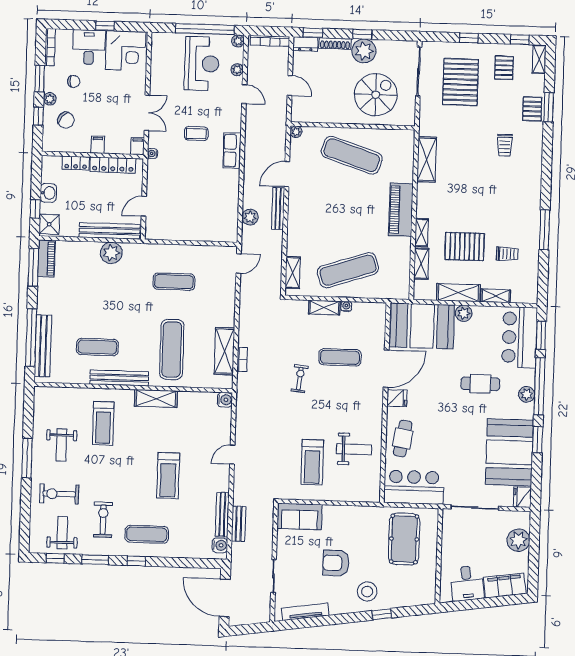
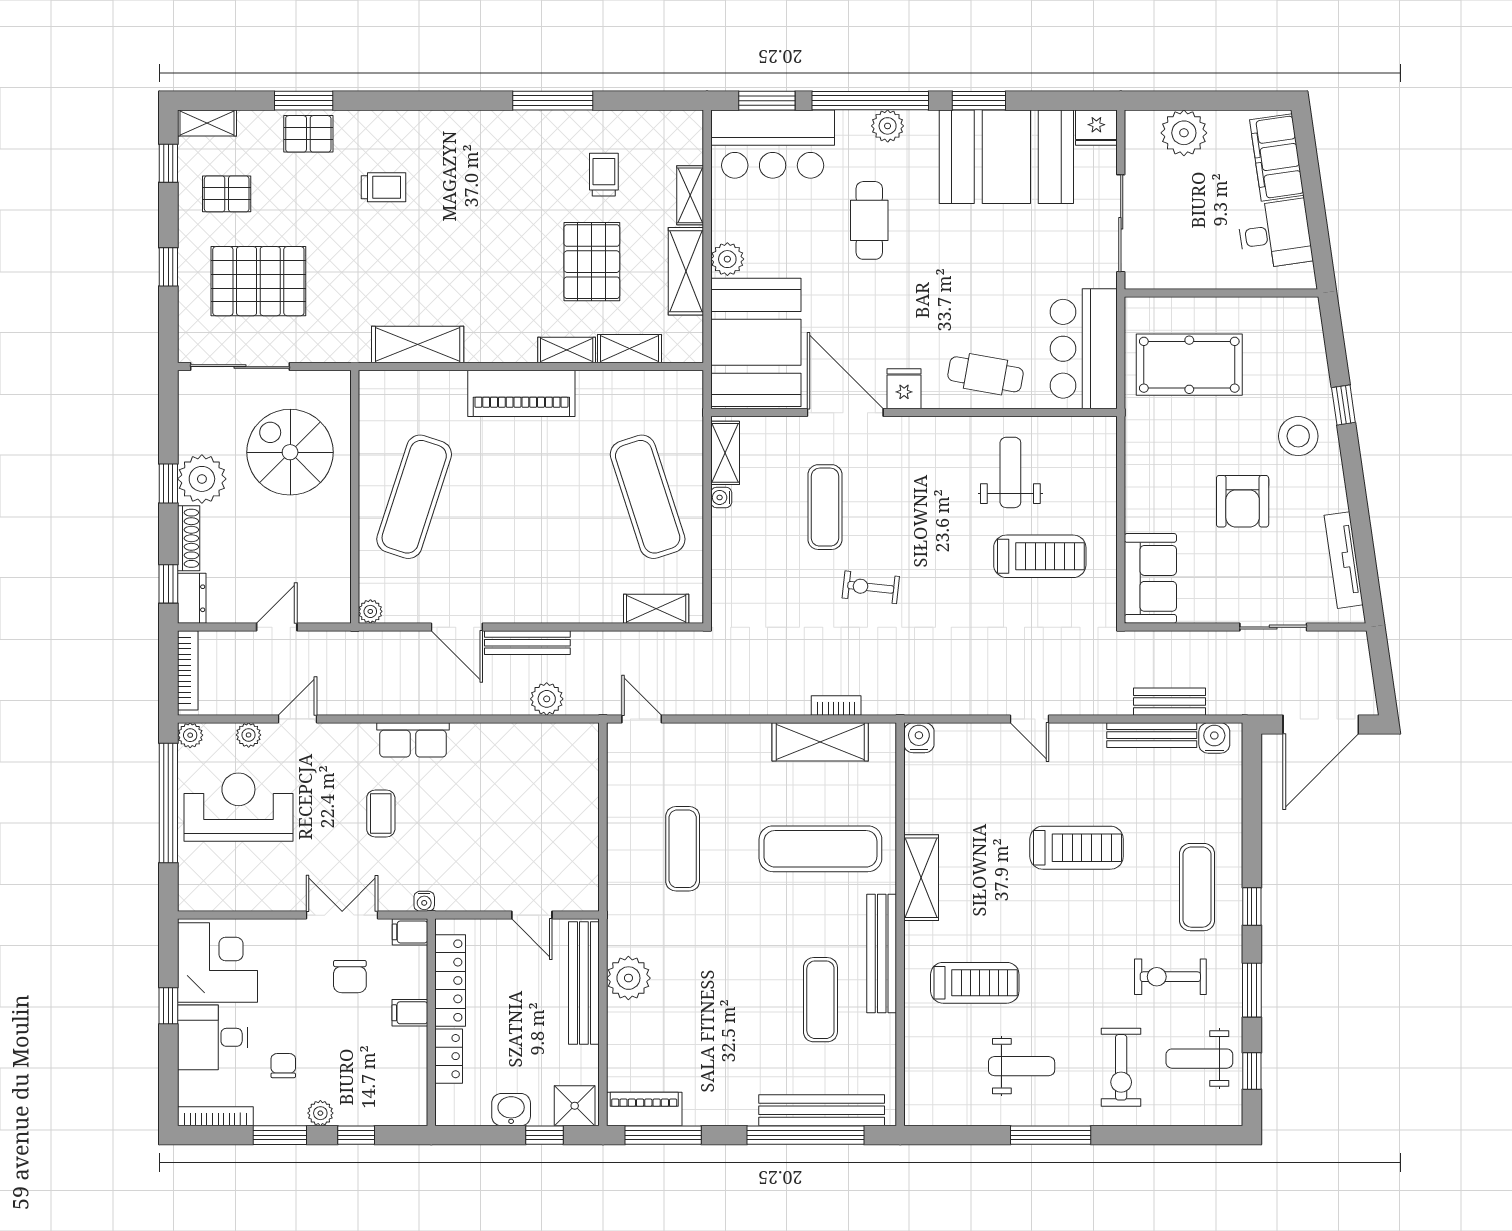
chair: (66, 120) -> (350, 977), moved, turned 139
shelving: (324, 308) -> (725, 453), moved

